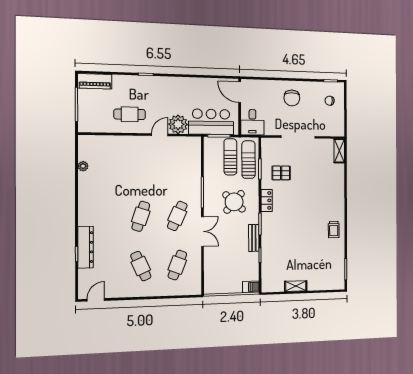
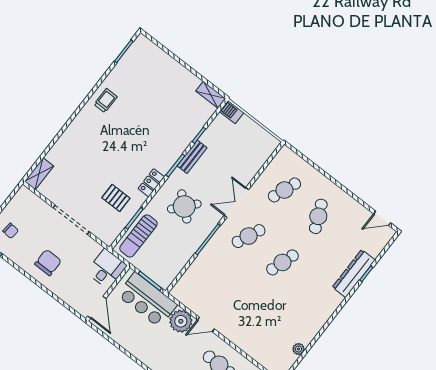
sun lounger: (230, 157) -> (154, 252), removed
shelving: (296, 286) -> (211, 95), moved

